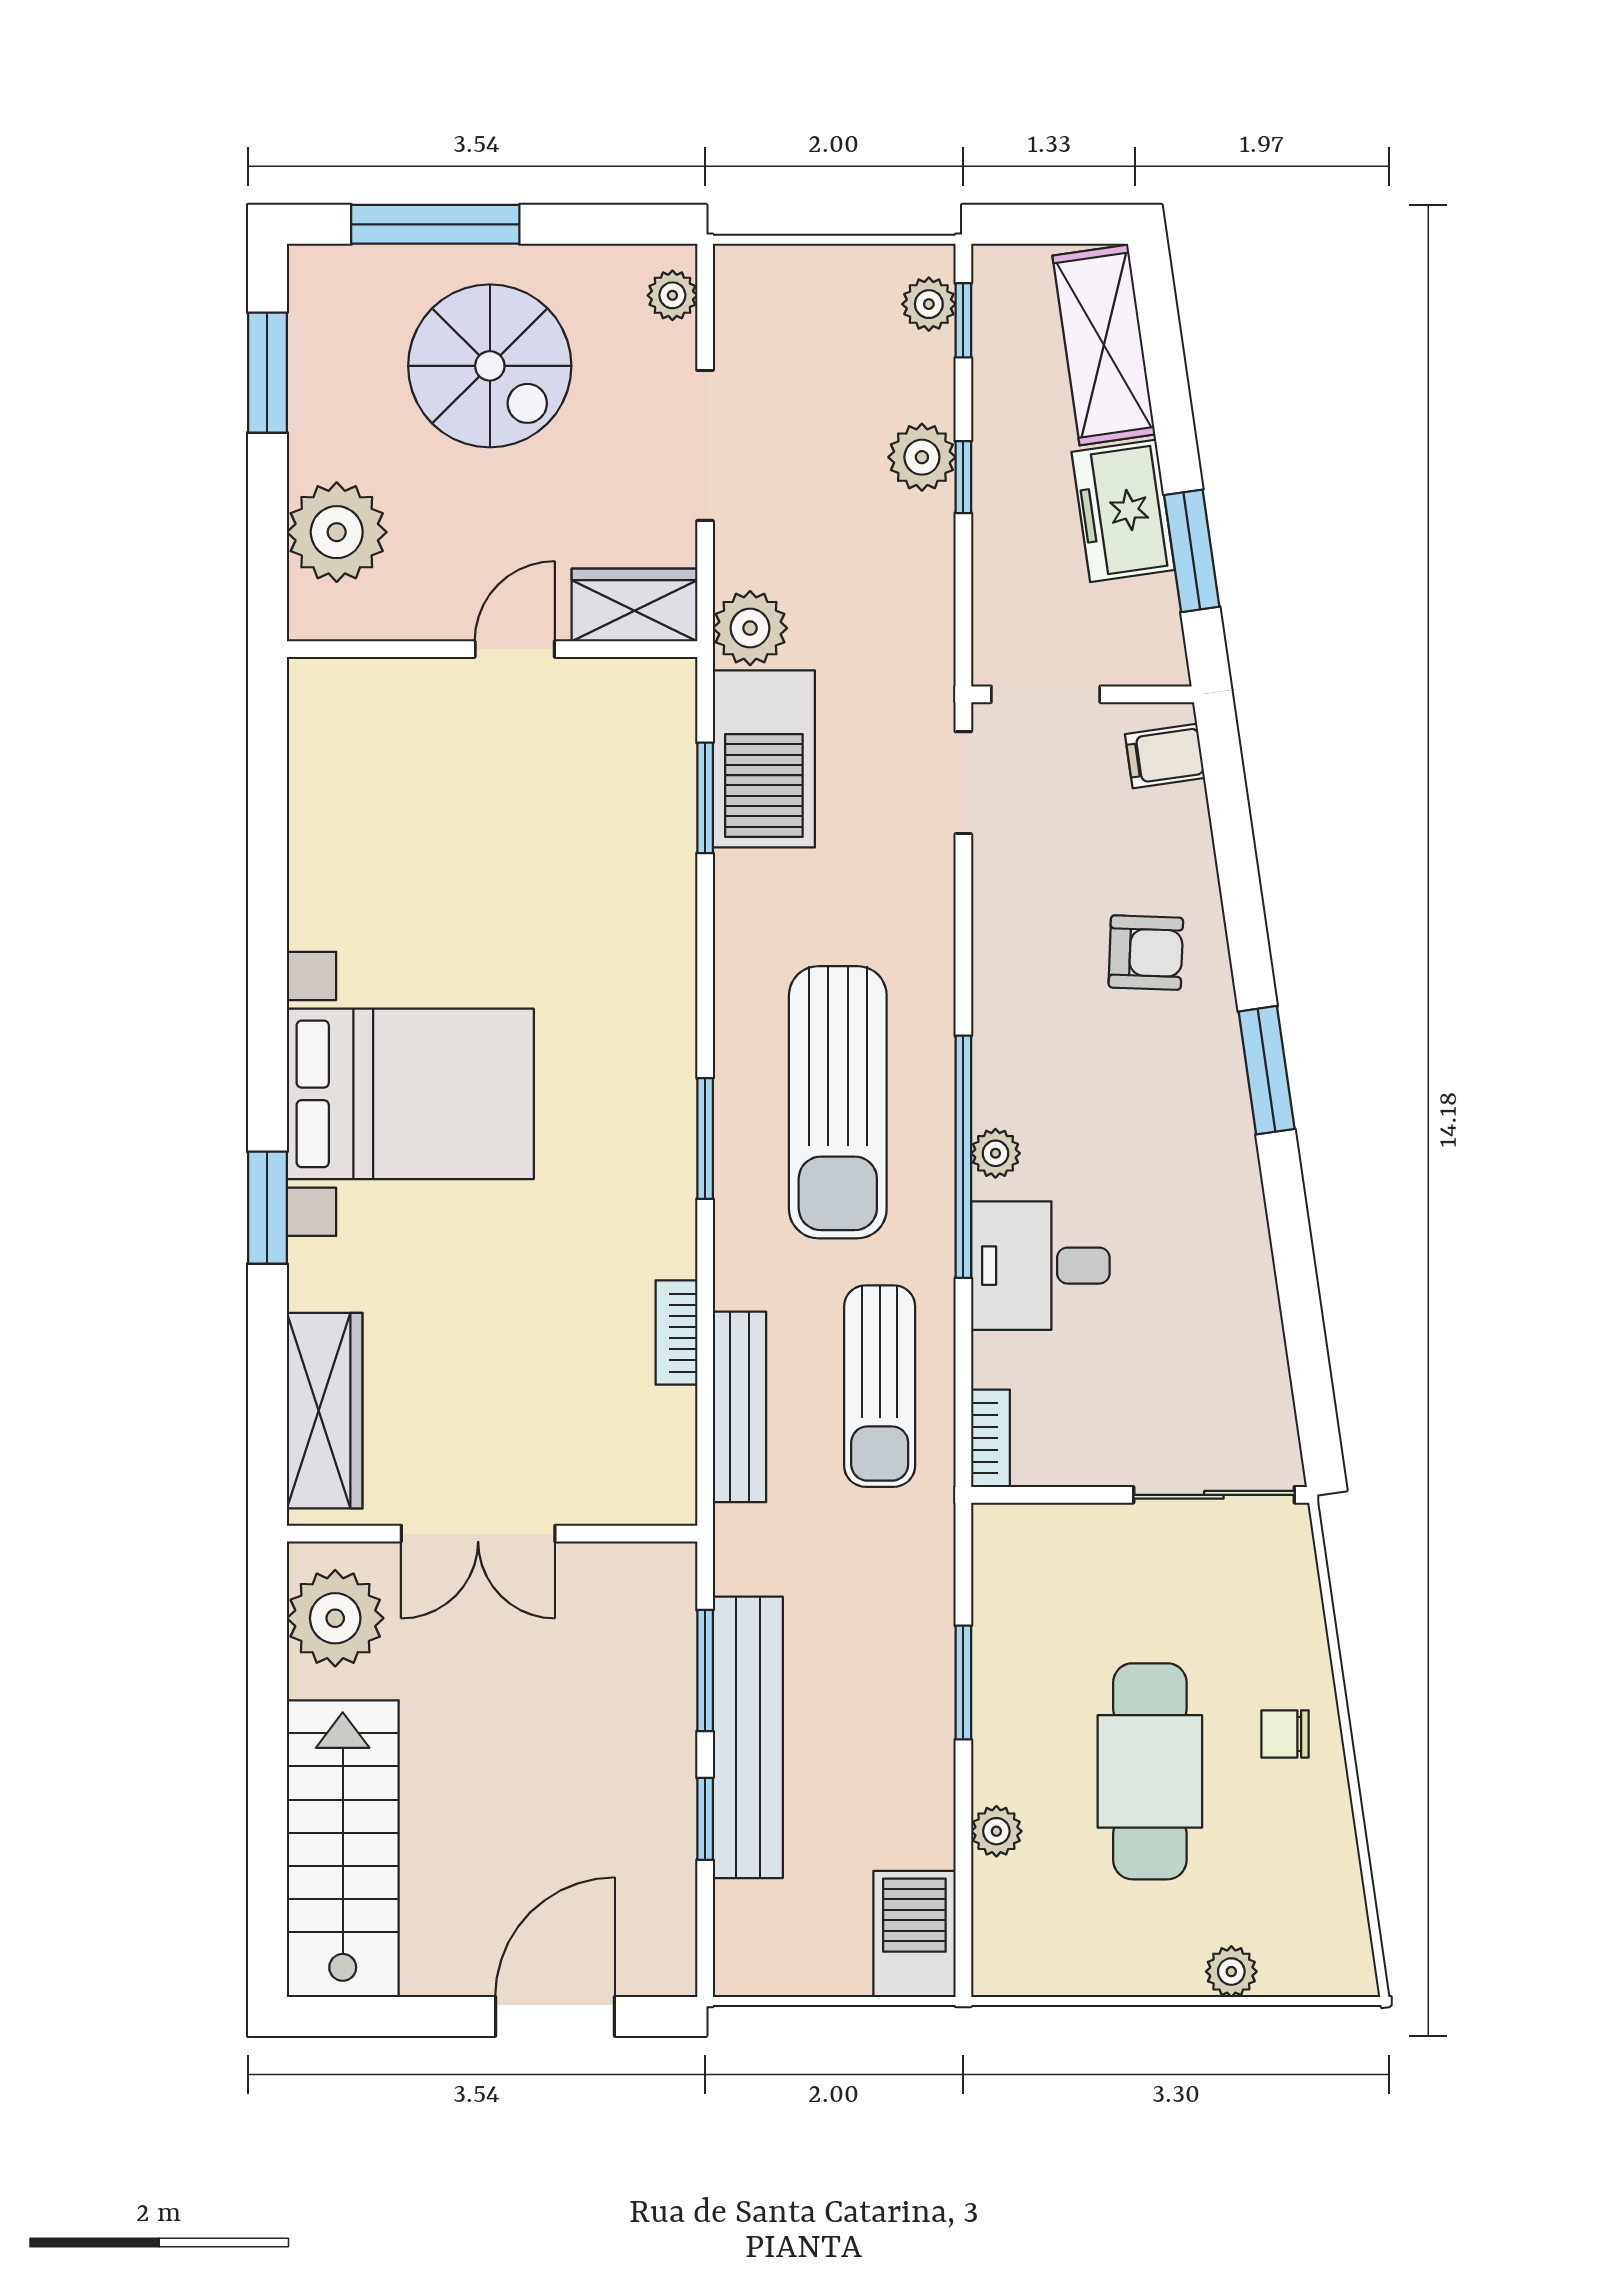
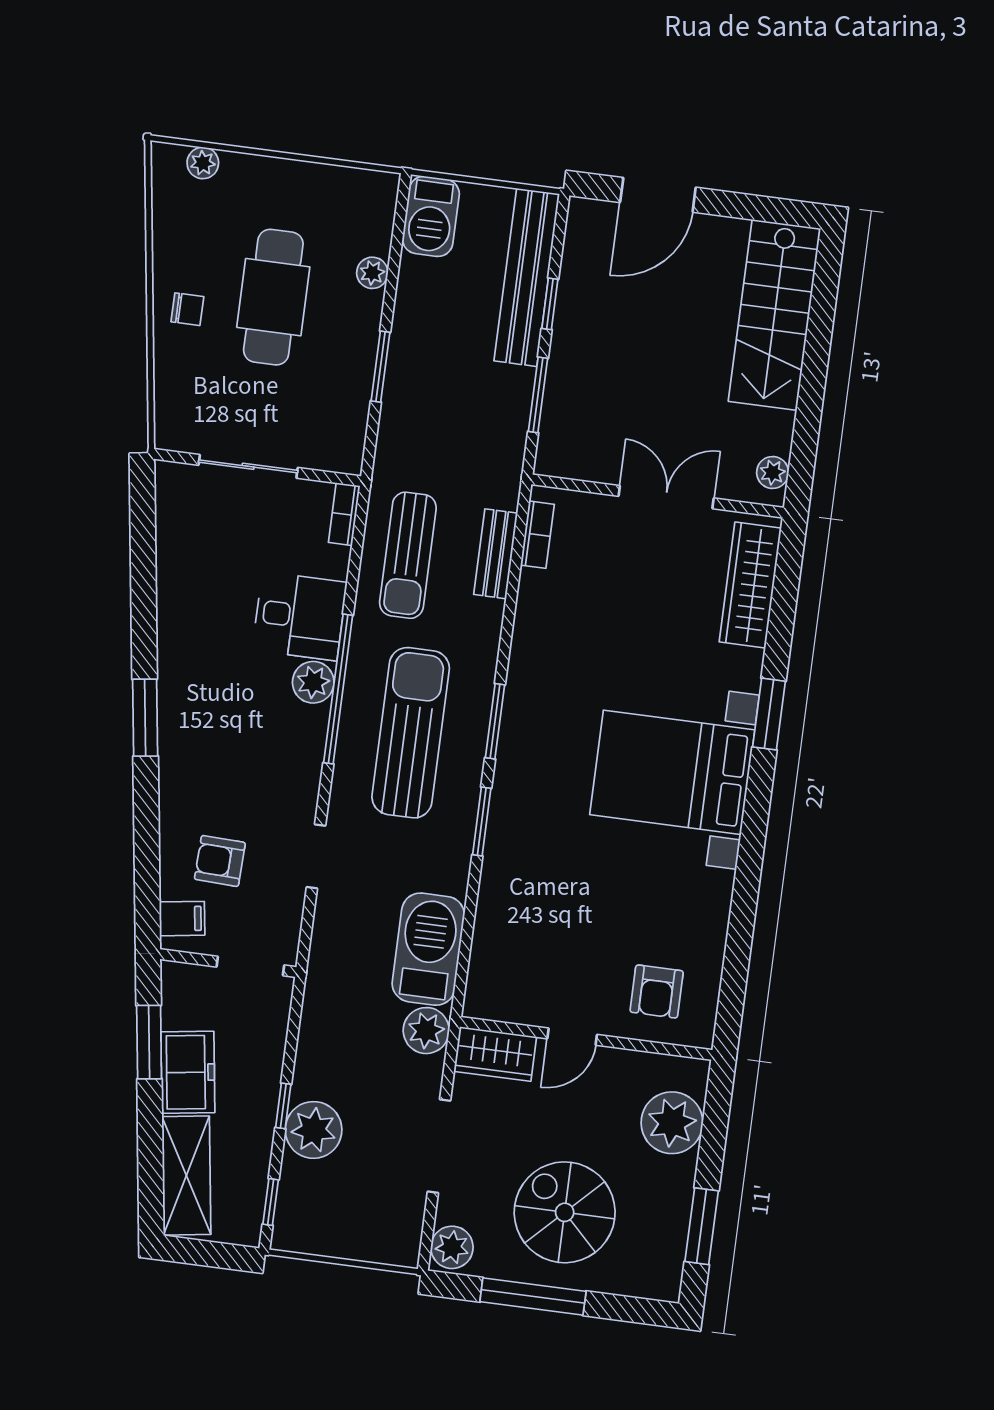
window: (435, 224) -> (533, 1296), moved
plant: (672, 295) -> (452, 1247), width x1.38, depth x1.38
plant: (929, 304) -> (290, 1215), removed
plant: (922, 457) -> (314, 1130), width x1.36, depth x1.36
armchair: (389, 739) -> (657, 991), added
doorway: (963, 783) -> (316, 856), moved
window: (705, 798) -> (482, 821), moved
armchair: (1146, 953) -> (220, 861), moved
plant: (995, 1153) -> (313, 682), width x1.38, depth x1.38
bookcase: (676, 1333) -> (537, 535), moved
sun lounger: (880, 1386) -> (408, 555), turned 180
bench: (740, 1407) -> (496, 554), width x0.73
sliding door: (1214, 1495) -> (248, 466), moved
plant: (335, 1618) -> (773, 472), width x0.53, depth x0.53
bench: (748, 1737) -> (527, 277), moved
plant: (1231, 1972) -> (203, 163), moved

